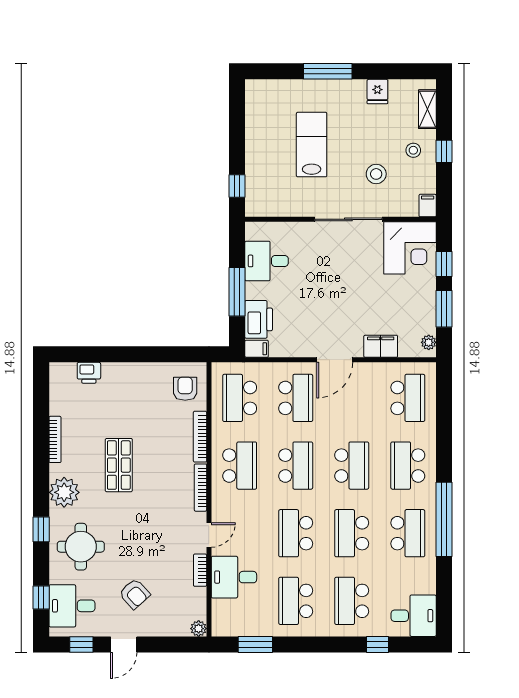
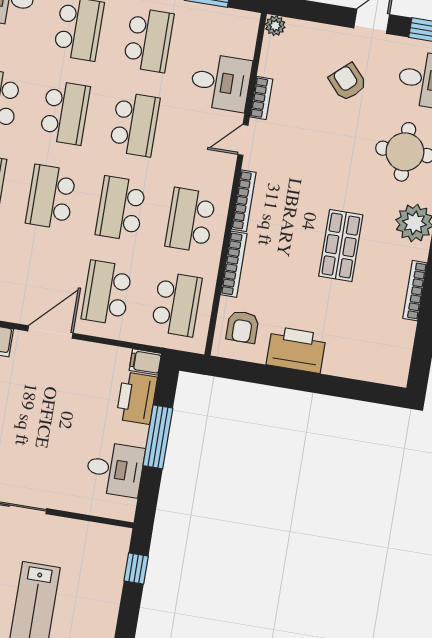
printer: (89, 373) -> (296, 350), moved, width x1.87, depth x1.48

